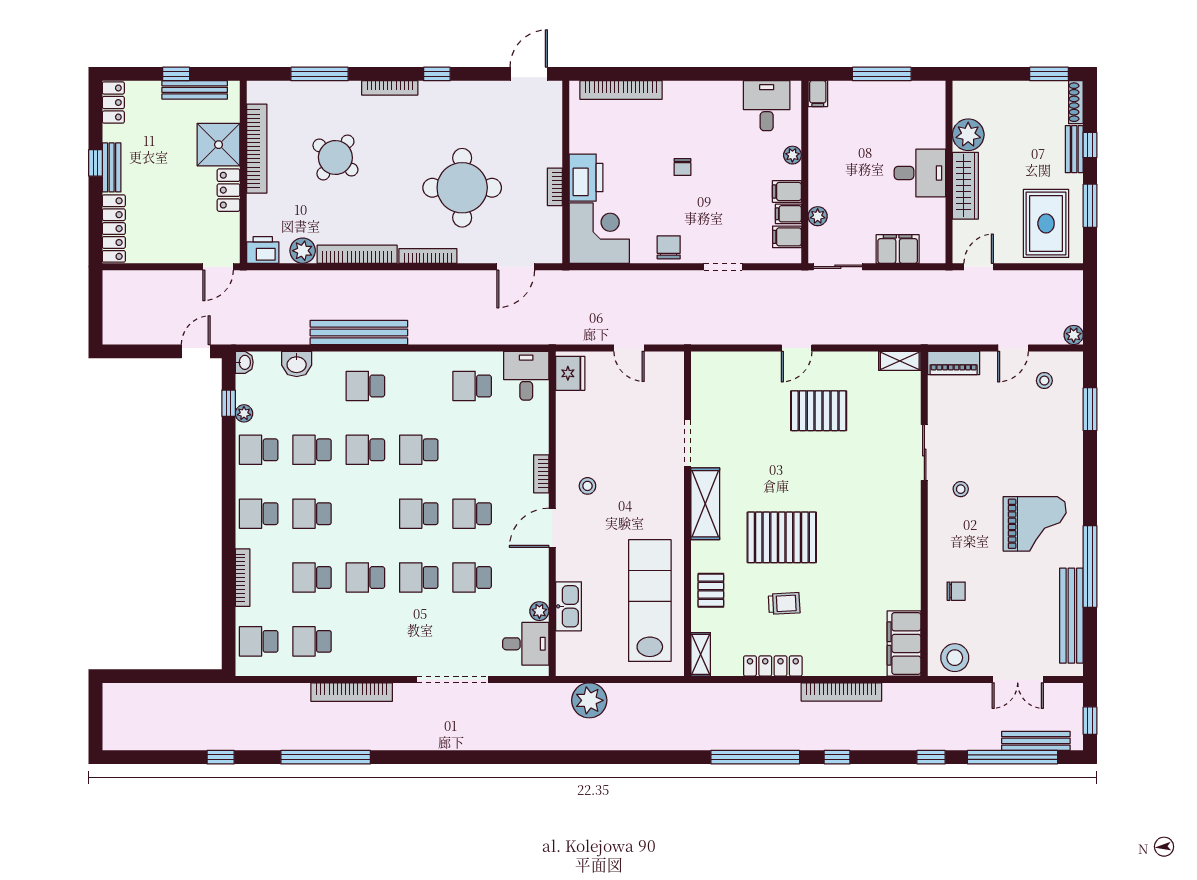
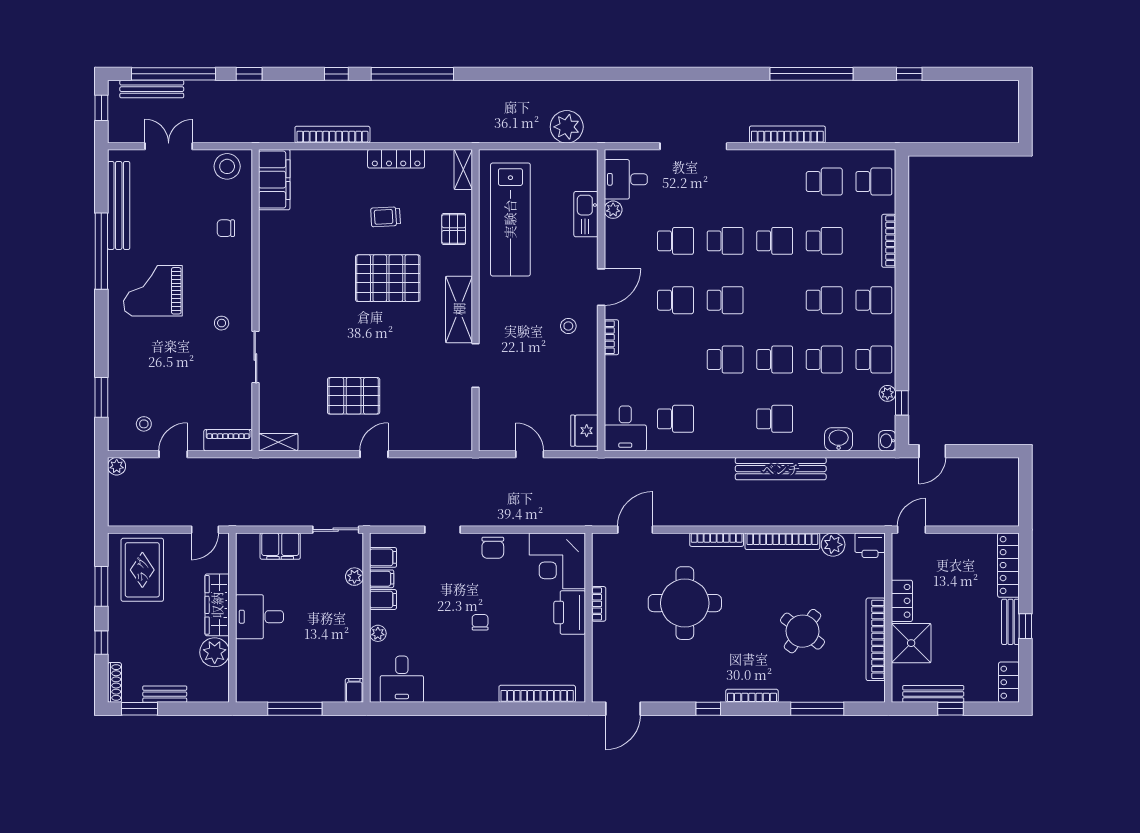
bench: (1074, 149) -> (165, 694), moved, turned 90

